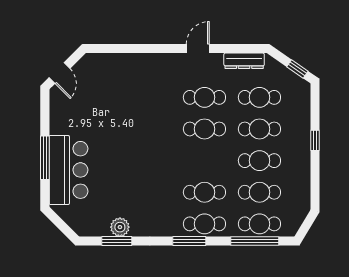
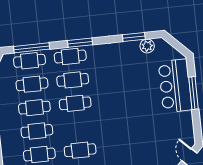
cafe table: (204, 129) -> (75, 103), moved
plant: (120, 227) -> (147, 46), moved

